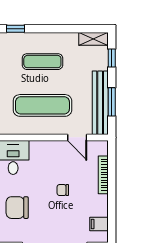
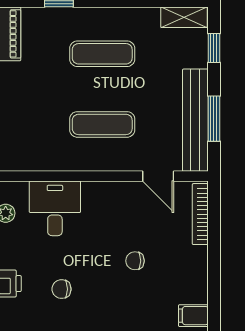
exercise mat: (42, 105) -> (102, 124), width x0.73, depth x0.69
bookcase: (103, 175) -> (200, 214), moved
chair: (17, 208) -> (62, 289), width x0.54, depth x0.54

